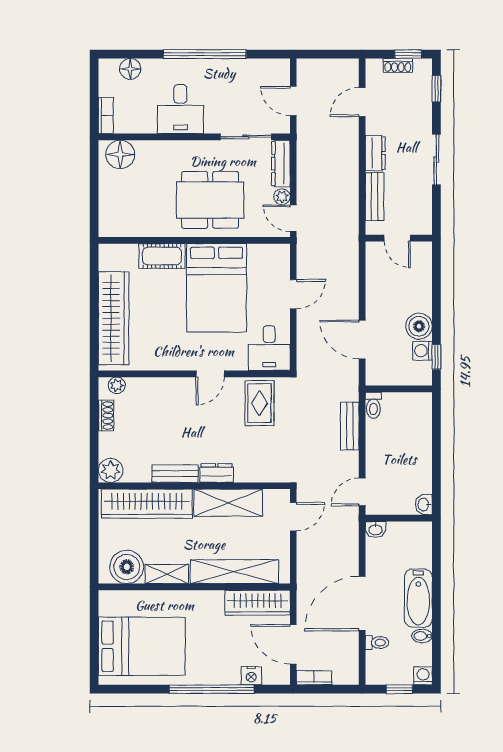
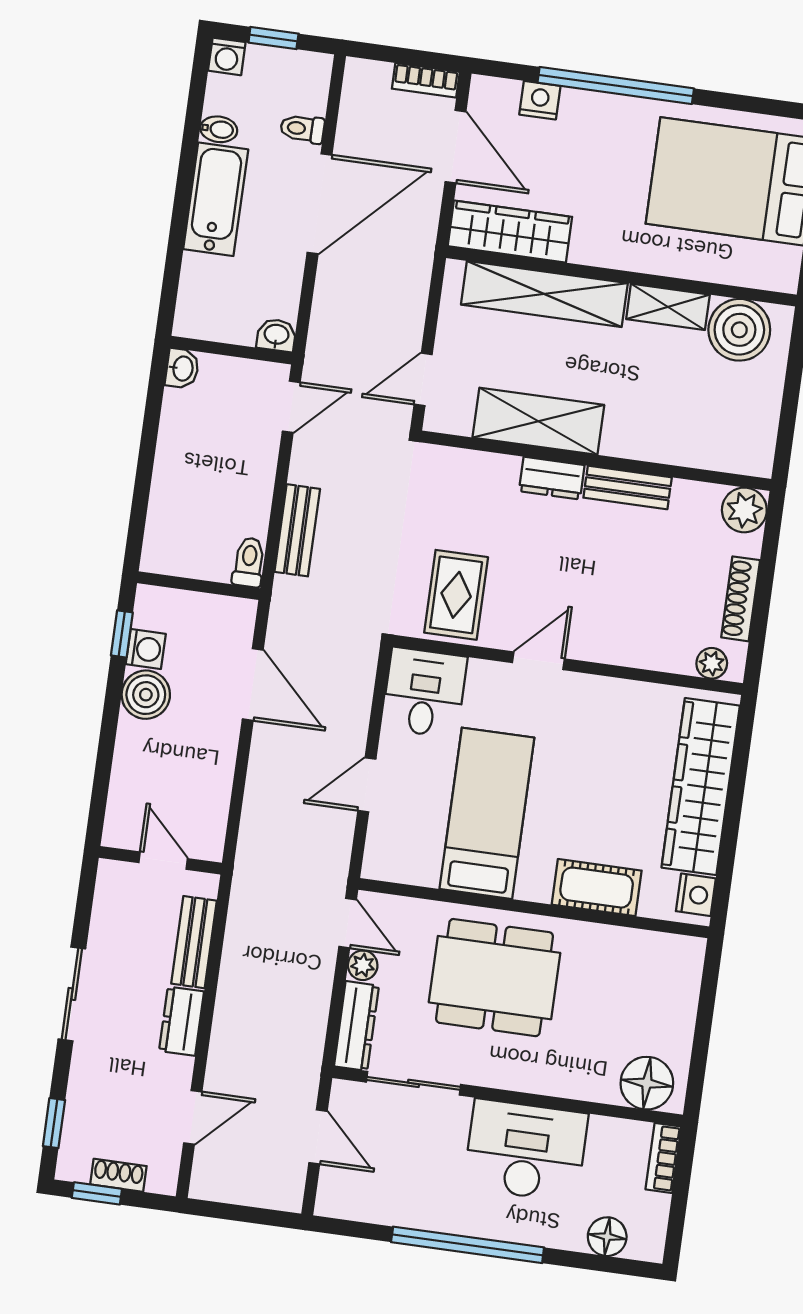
desk: (180, 109) -> (526, 1151), width x1.37
nightstand: (108, 260) -> (696, 895), added
bed: (217, 288) -> (487, 813), width x0.67
shoe rack: (106, 416) -> (741, 599), width x1.43
wardrobe: (147, 504) -> (687, 440), removed

